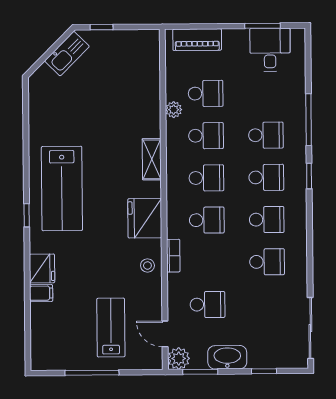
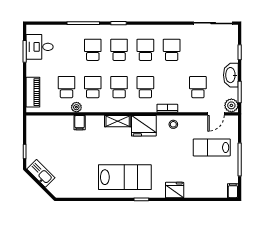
filing cabinet: (149, 115) -> (80, 123), added
shelving: (152, 159) -> (118, 121), moved
filing cabinet: (41, 293) -> (233, 191), moved

